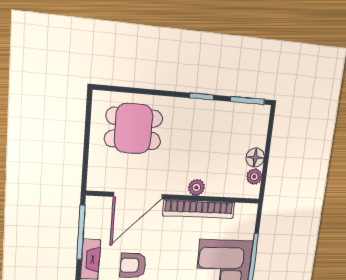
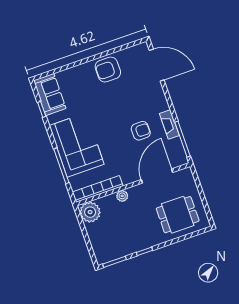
floor lamp: (255, 157) -> (92, 230), removed
plant: (254, 177) -> (90, 212), width x1.88, depth x1.88
bookcase: (199, 209) -> (98, 189), moved

